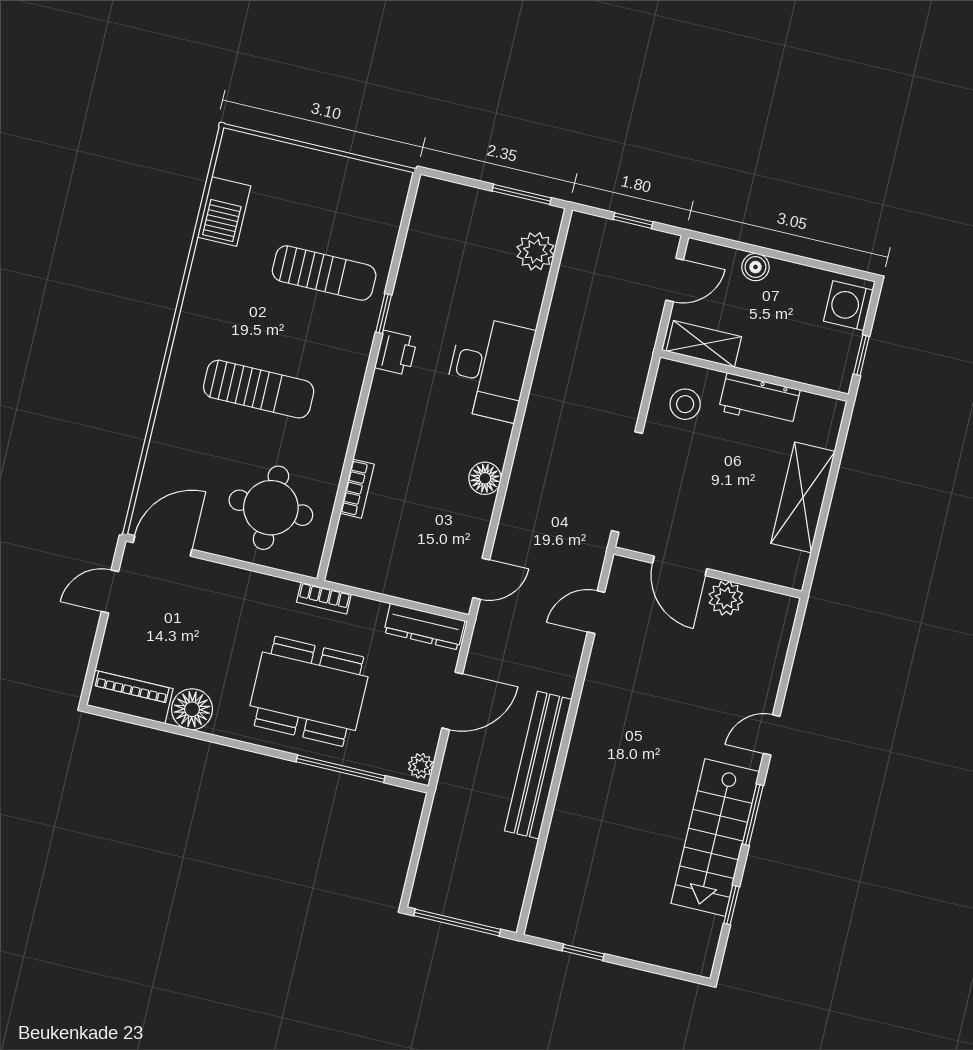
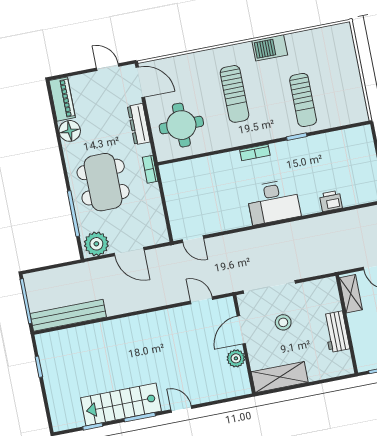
barbecue: (224, 212) -> (270, 48), moved
plant: (535, 251) -> (358, 195), removed
printer: (396, 353) -> (331, 201), moved, turned 180
desk: (489, 368) -> (273, 202), moved
stool: (685, 404) -> (283, 322), moved
floor lamp: (485, 478) -> (241, 219), removed
bookcase: (357, 489) -> (255, 152), moved
shelving: (803, 497) -> (280, 377), moved
dresser: (424, 627) -> (139, 124), moved
bench: (538, 765) -> (68, 315), moved
plant: (421, 766) -> (96, 244), width x1.88, depth x1.88

